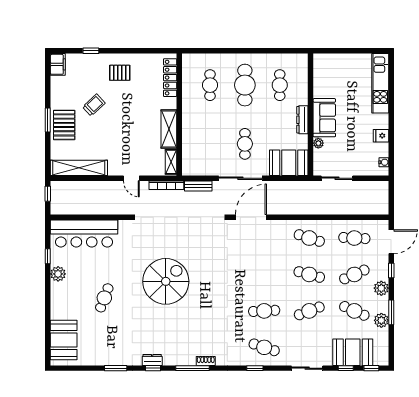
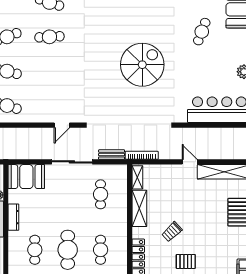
trolley: (94, 105) -> (172, 232), moved
cafe table: (245, 144) -> (101, 194), moved
door: (131, 178) -> (190, 162), moved
door: (251, 217) -> (62, 125), width x0.53
spiral stairs: (166, 281) -> (142, 65), turned 180
cafe table: (104, 298) -> (202, 32), moved

